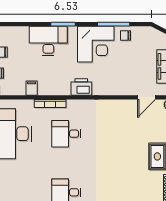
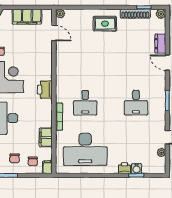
filing cabinet: (32, 88) -> (46, 137), width x2.00

